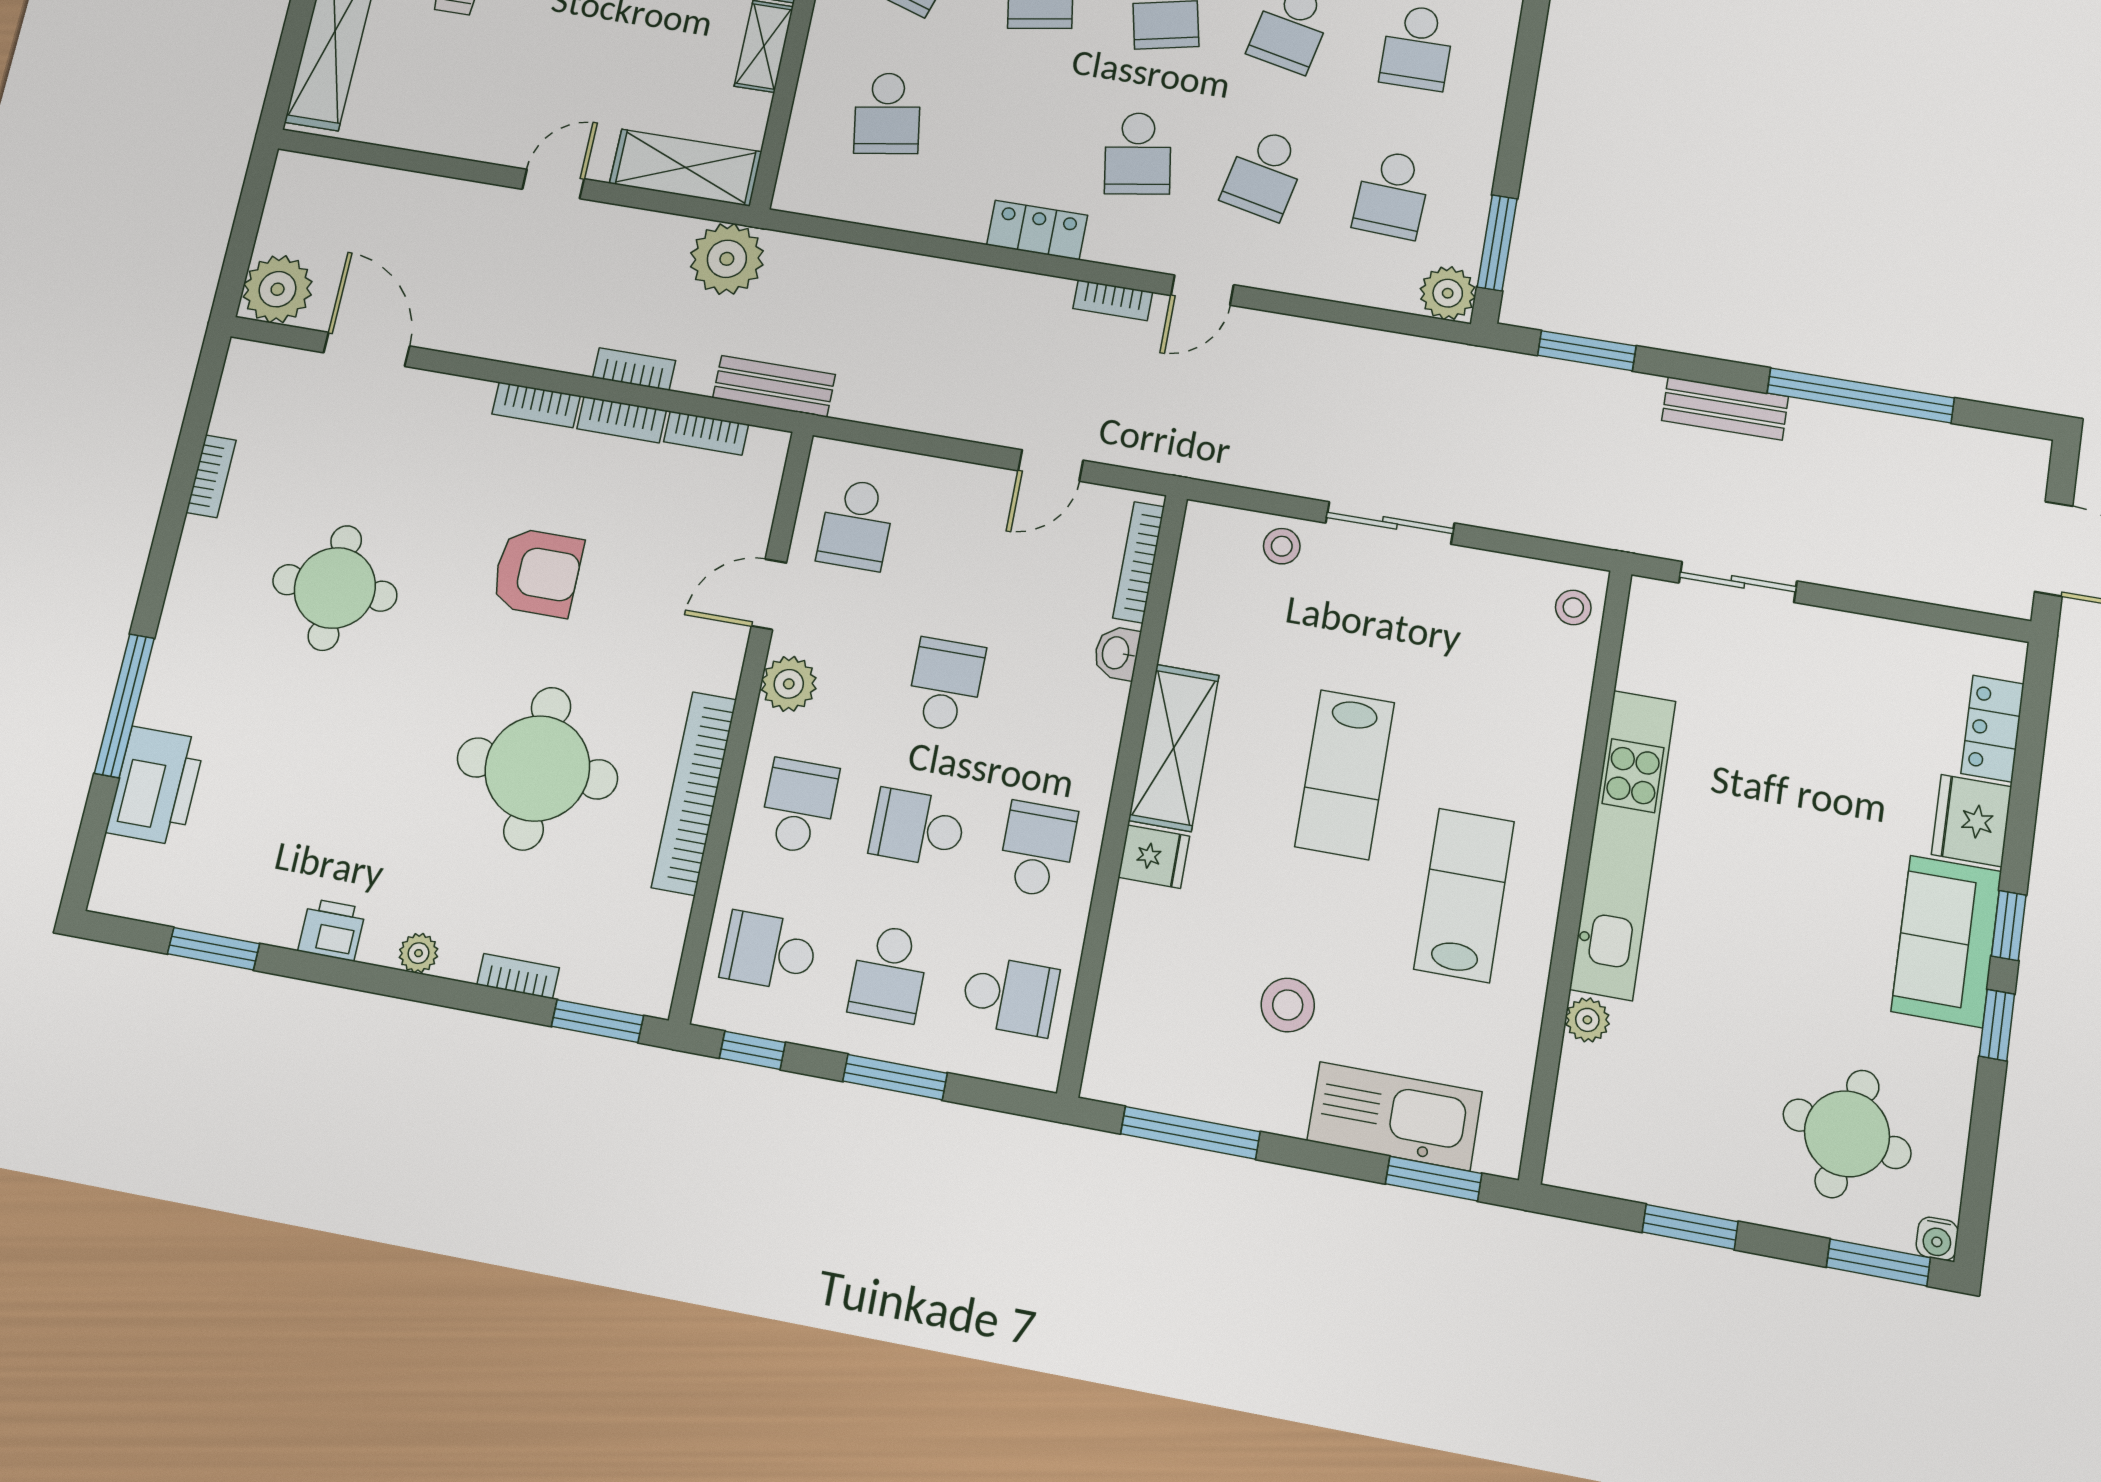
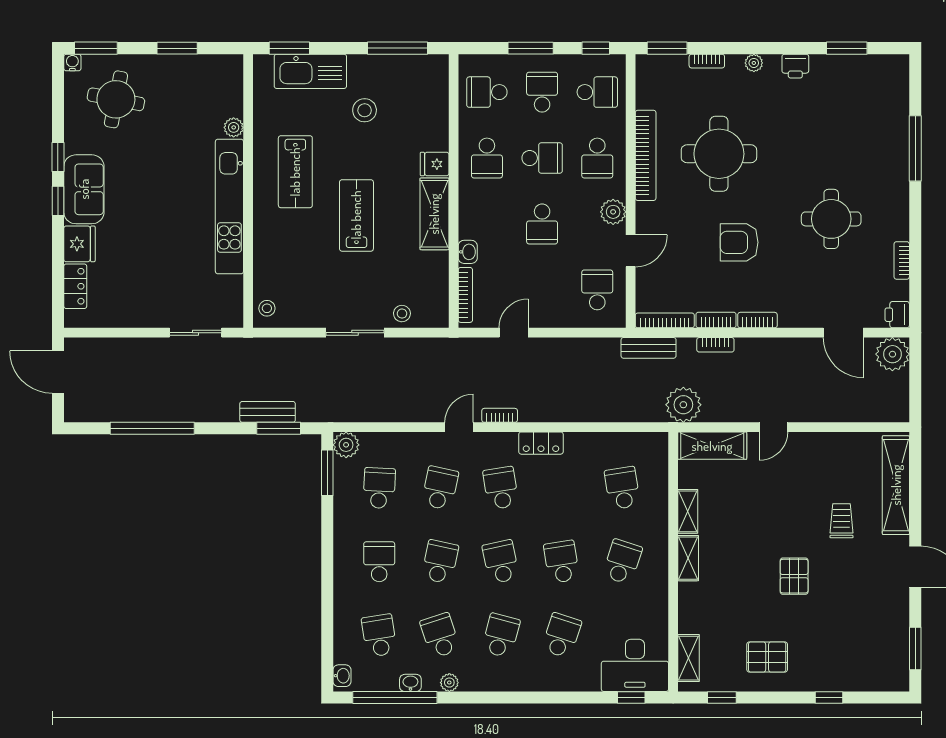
bench: (1725, 408) -> (268, 412), moved
bookcase: (706, 433) -> (665, 320), width x1.56
printer: (156, 786) -> (897, 315), moved, width x0.53, depth x0.68

